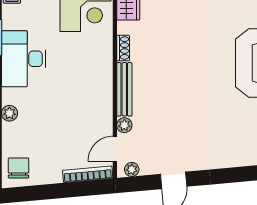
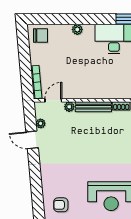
door: (115, 149) -> (53, 100), hinge flipped
plant: (132, 169) -> (41, 123), moved

